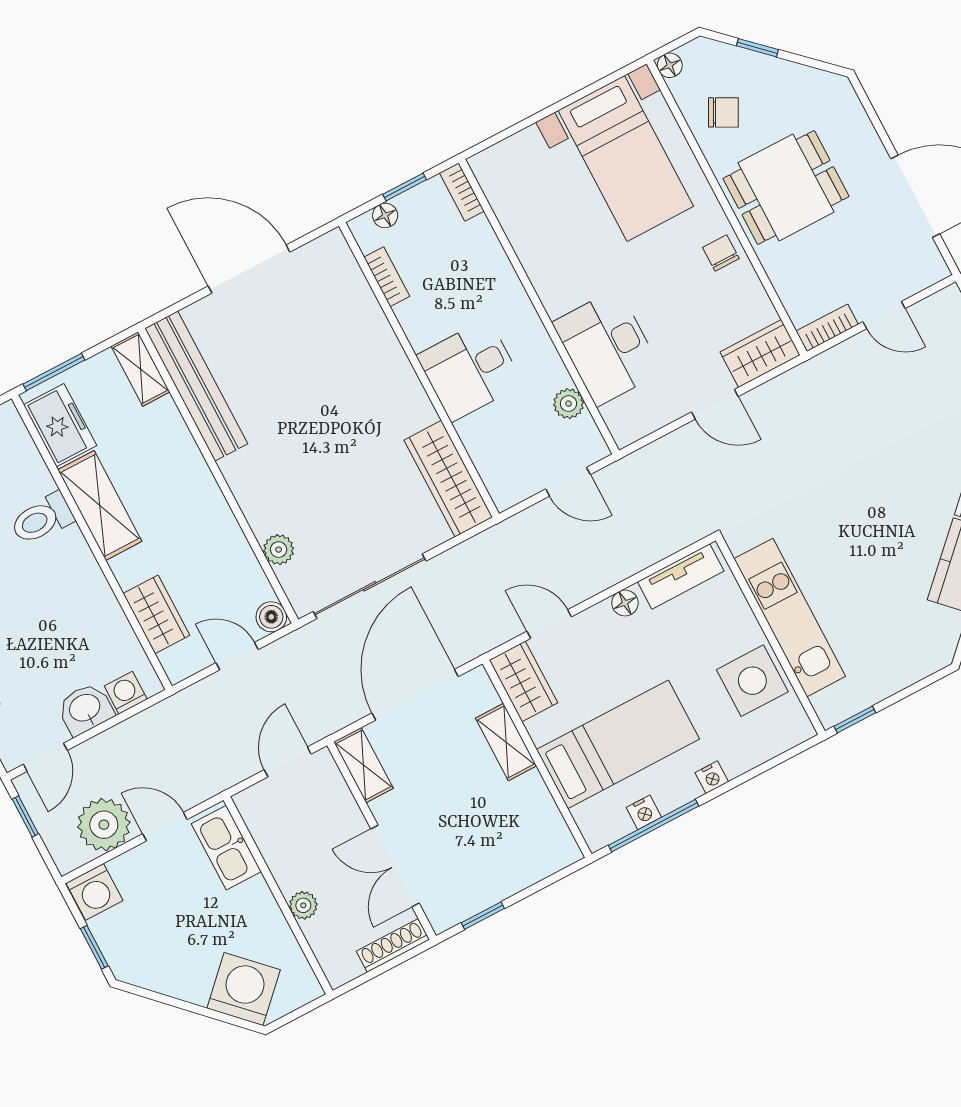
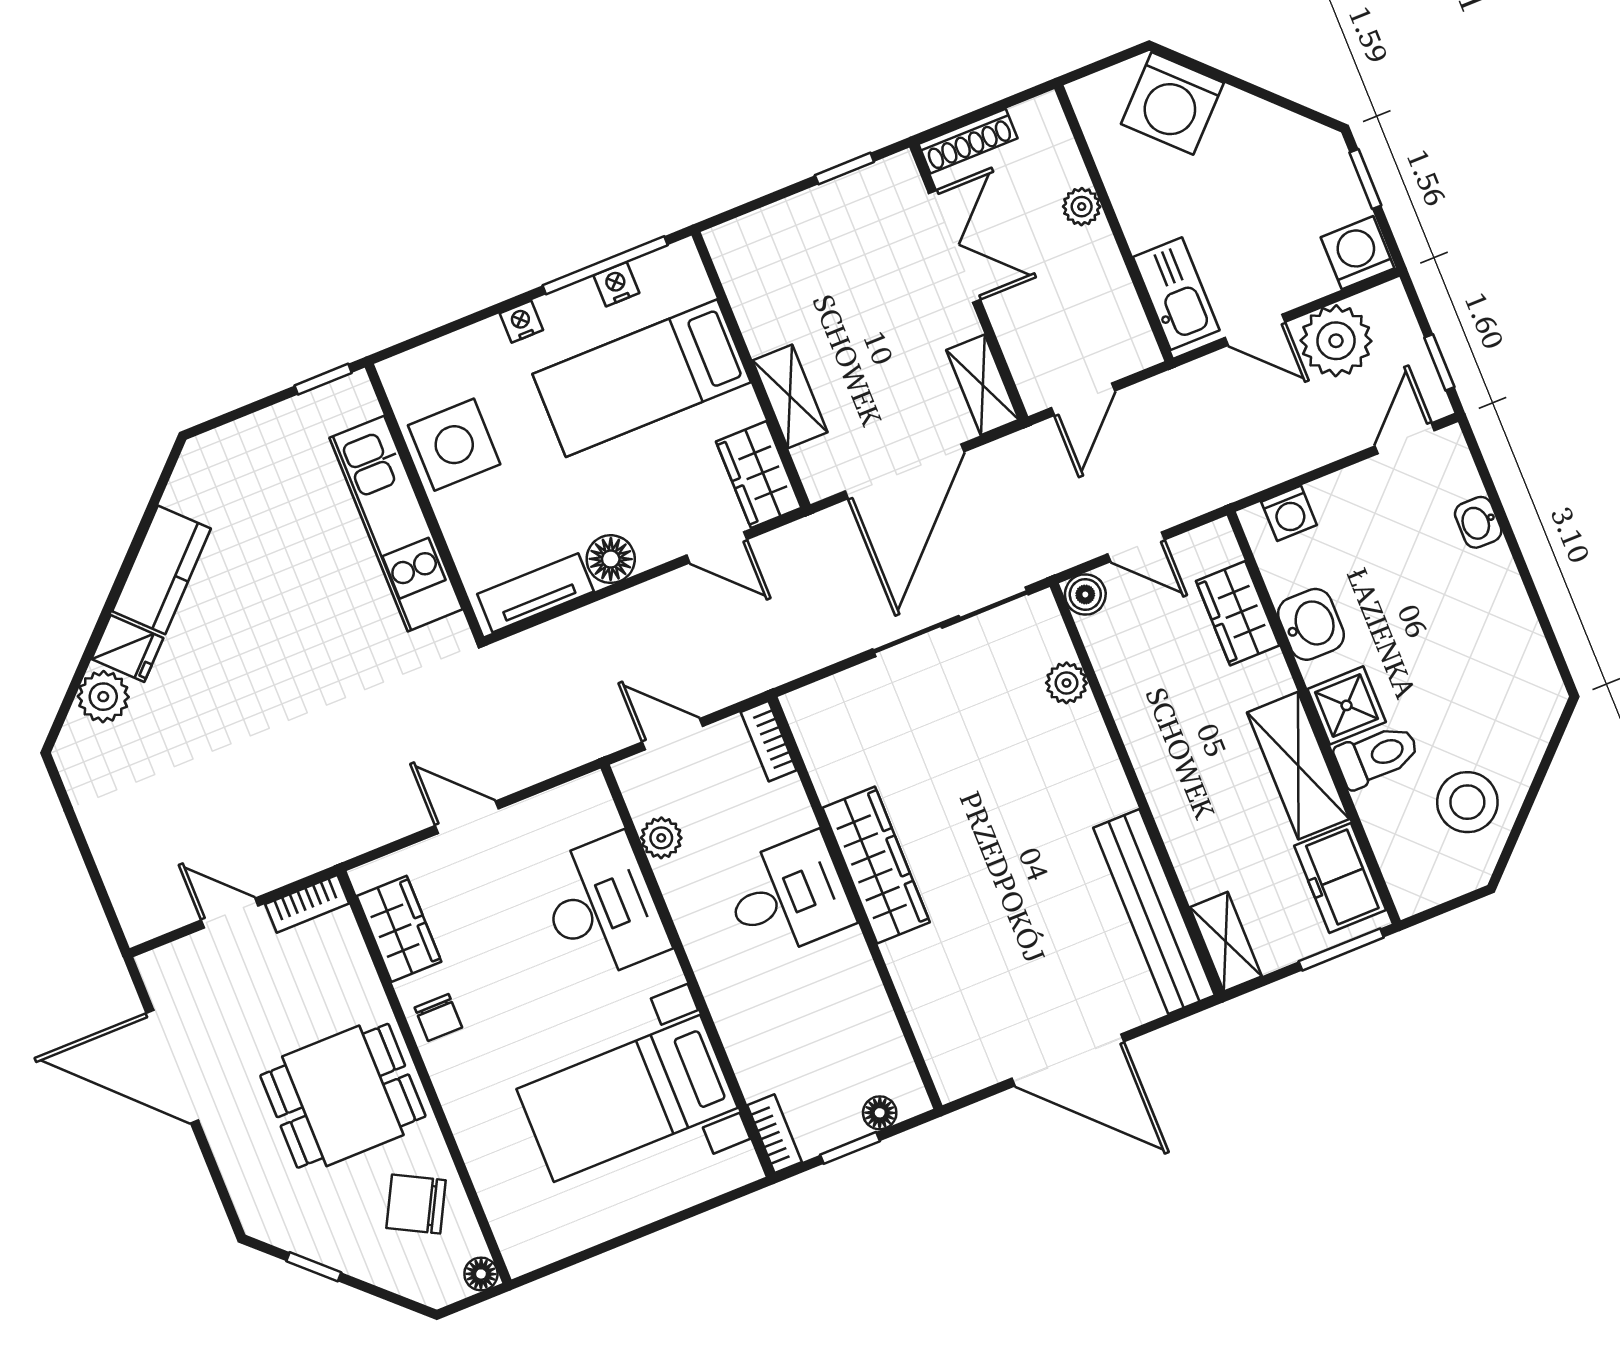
window: (757, 48) -> (314, 1267), moved
chair: (723, 112) -> (416, 1204), width x1.37, depth x1.37
bed with nightstands: (626, 158) -> (627, 1098), moved, turned -90
bookcase: (387, 277) -> (769, 741), moved
wardrobe: (760, 353) -> (399, 929), moved, turned -90
wardrobe: (448, 479) -> (876, 865), moved
shower: (68, 554) -> (1347, 705), added
floor lamp: (625, 603) -> (611, 559), width x1.37, depth x1.37
washbasin: (85, 709) -> (1311, 624), moved, turned -90

